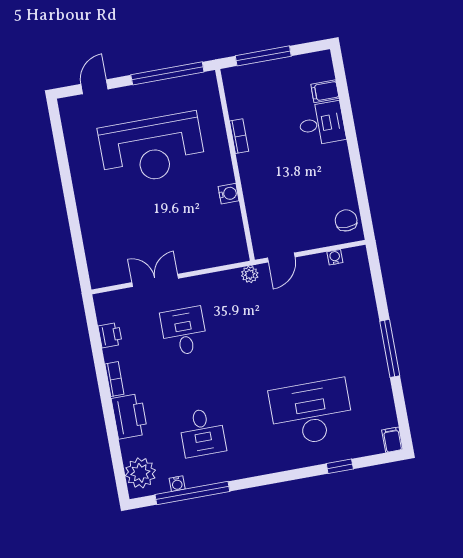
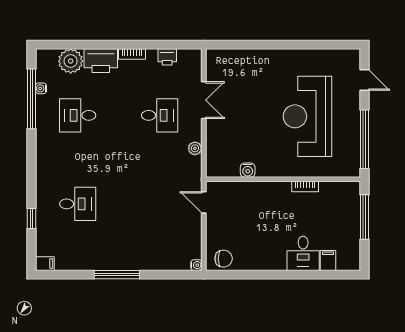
water cooler: (229, 194) -> (248, 170), moved
water cooler: (335, 257) -> (196, 265), moved
plant: (250, 274) -> (195, 148), moved
desk: (311, 413) -> (78, 204), width x0.53, depth x0.77
plant: (140, 473) -> (71, 61), moved

